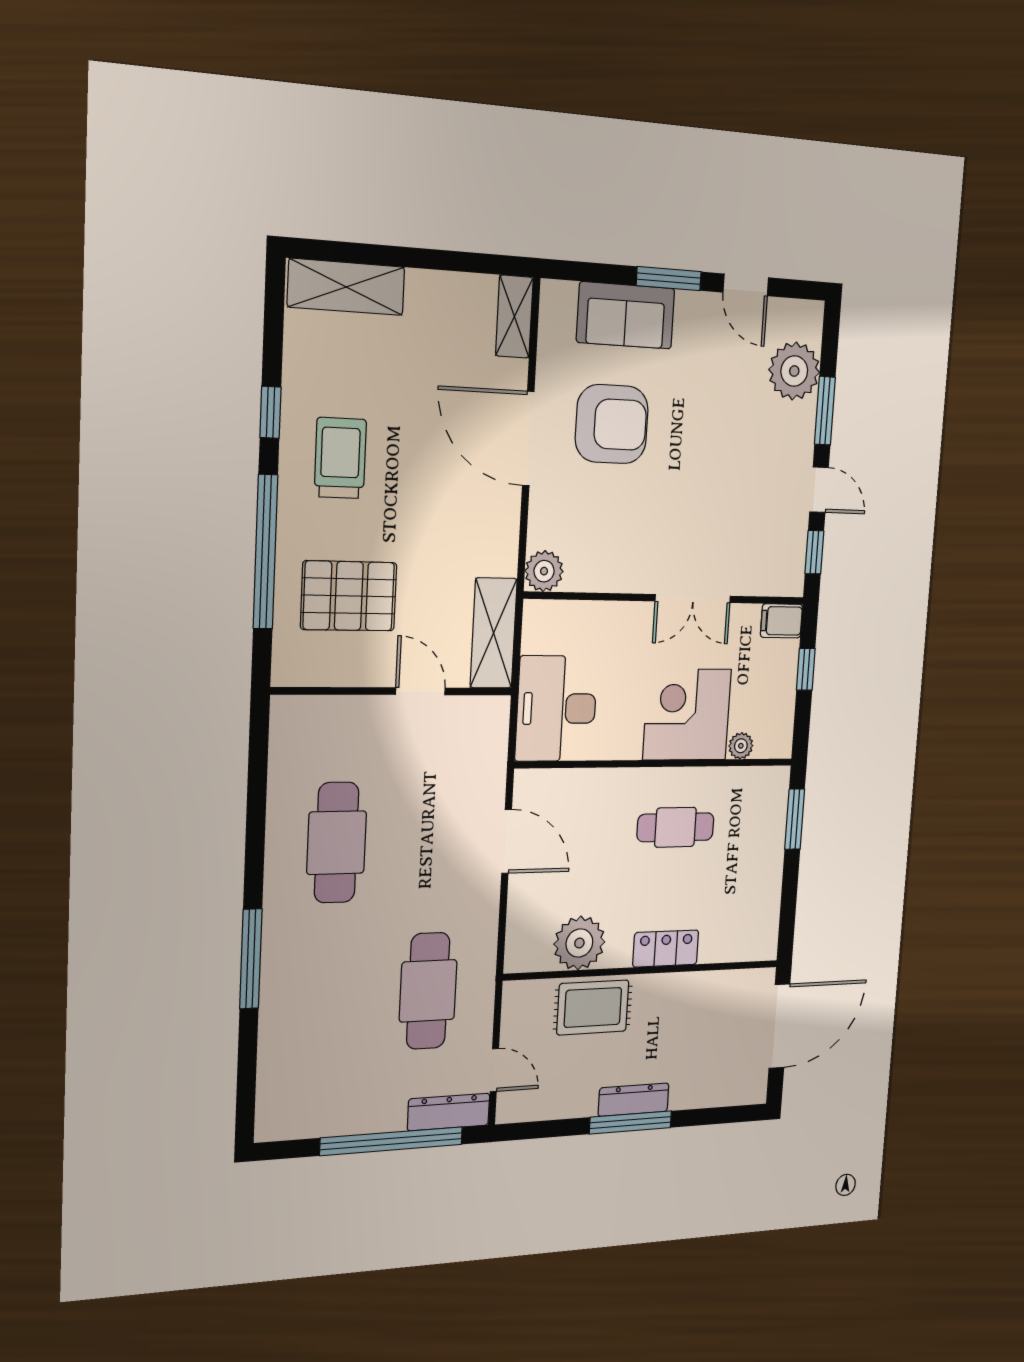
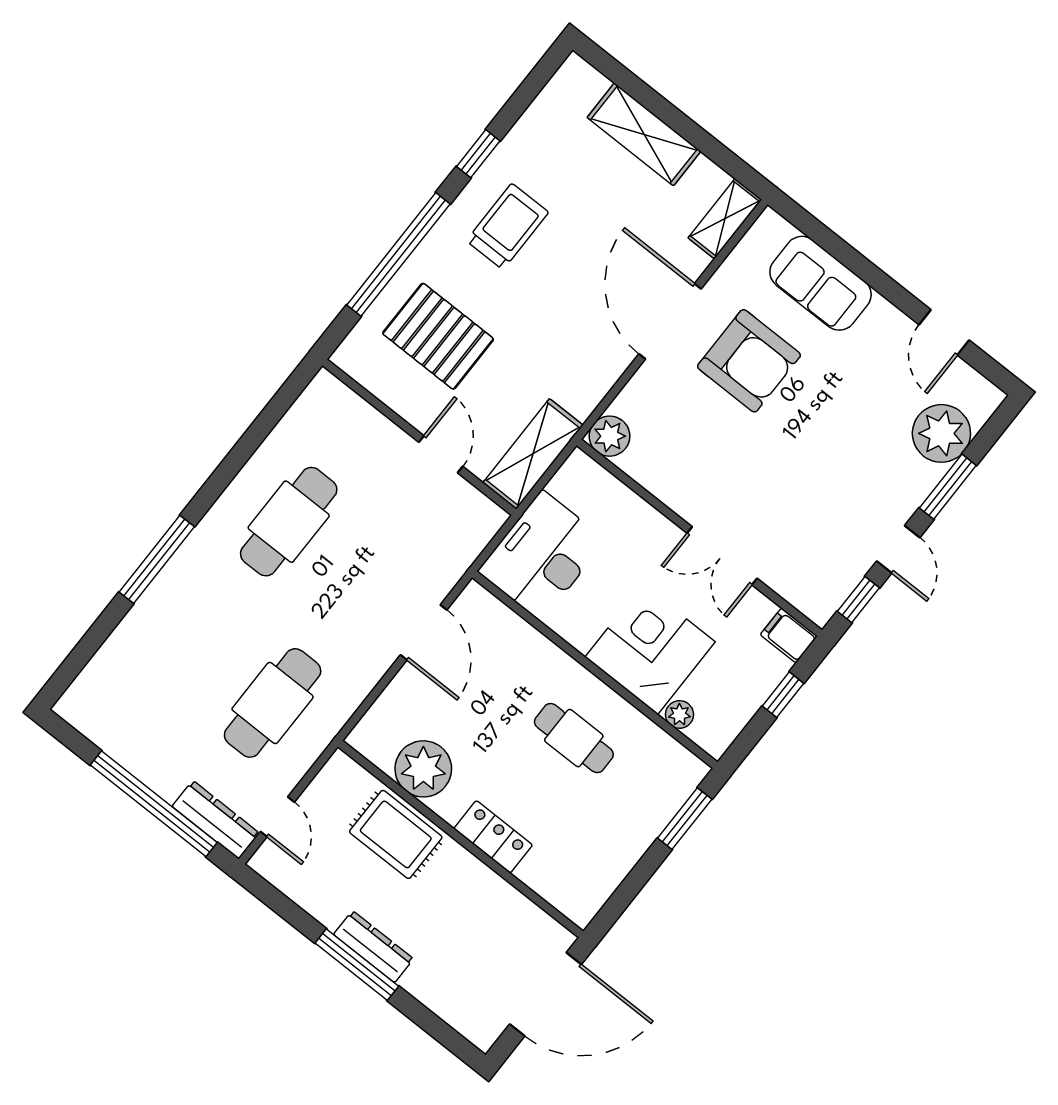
window: (669, 279) -> (878, 280), removed
shelving: (346, 287) -> (644, 134), moved

